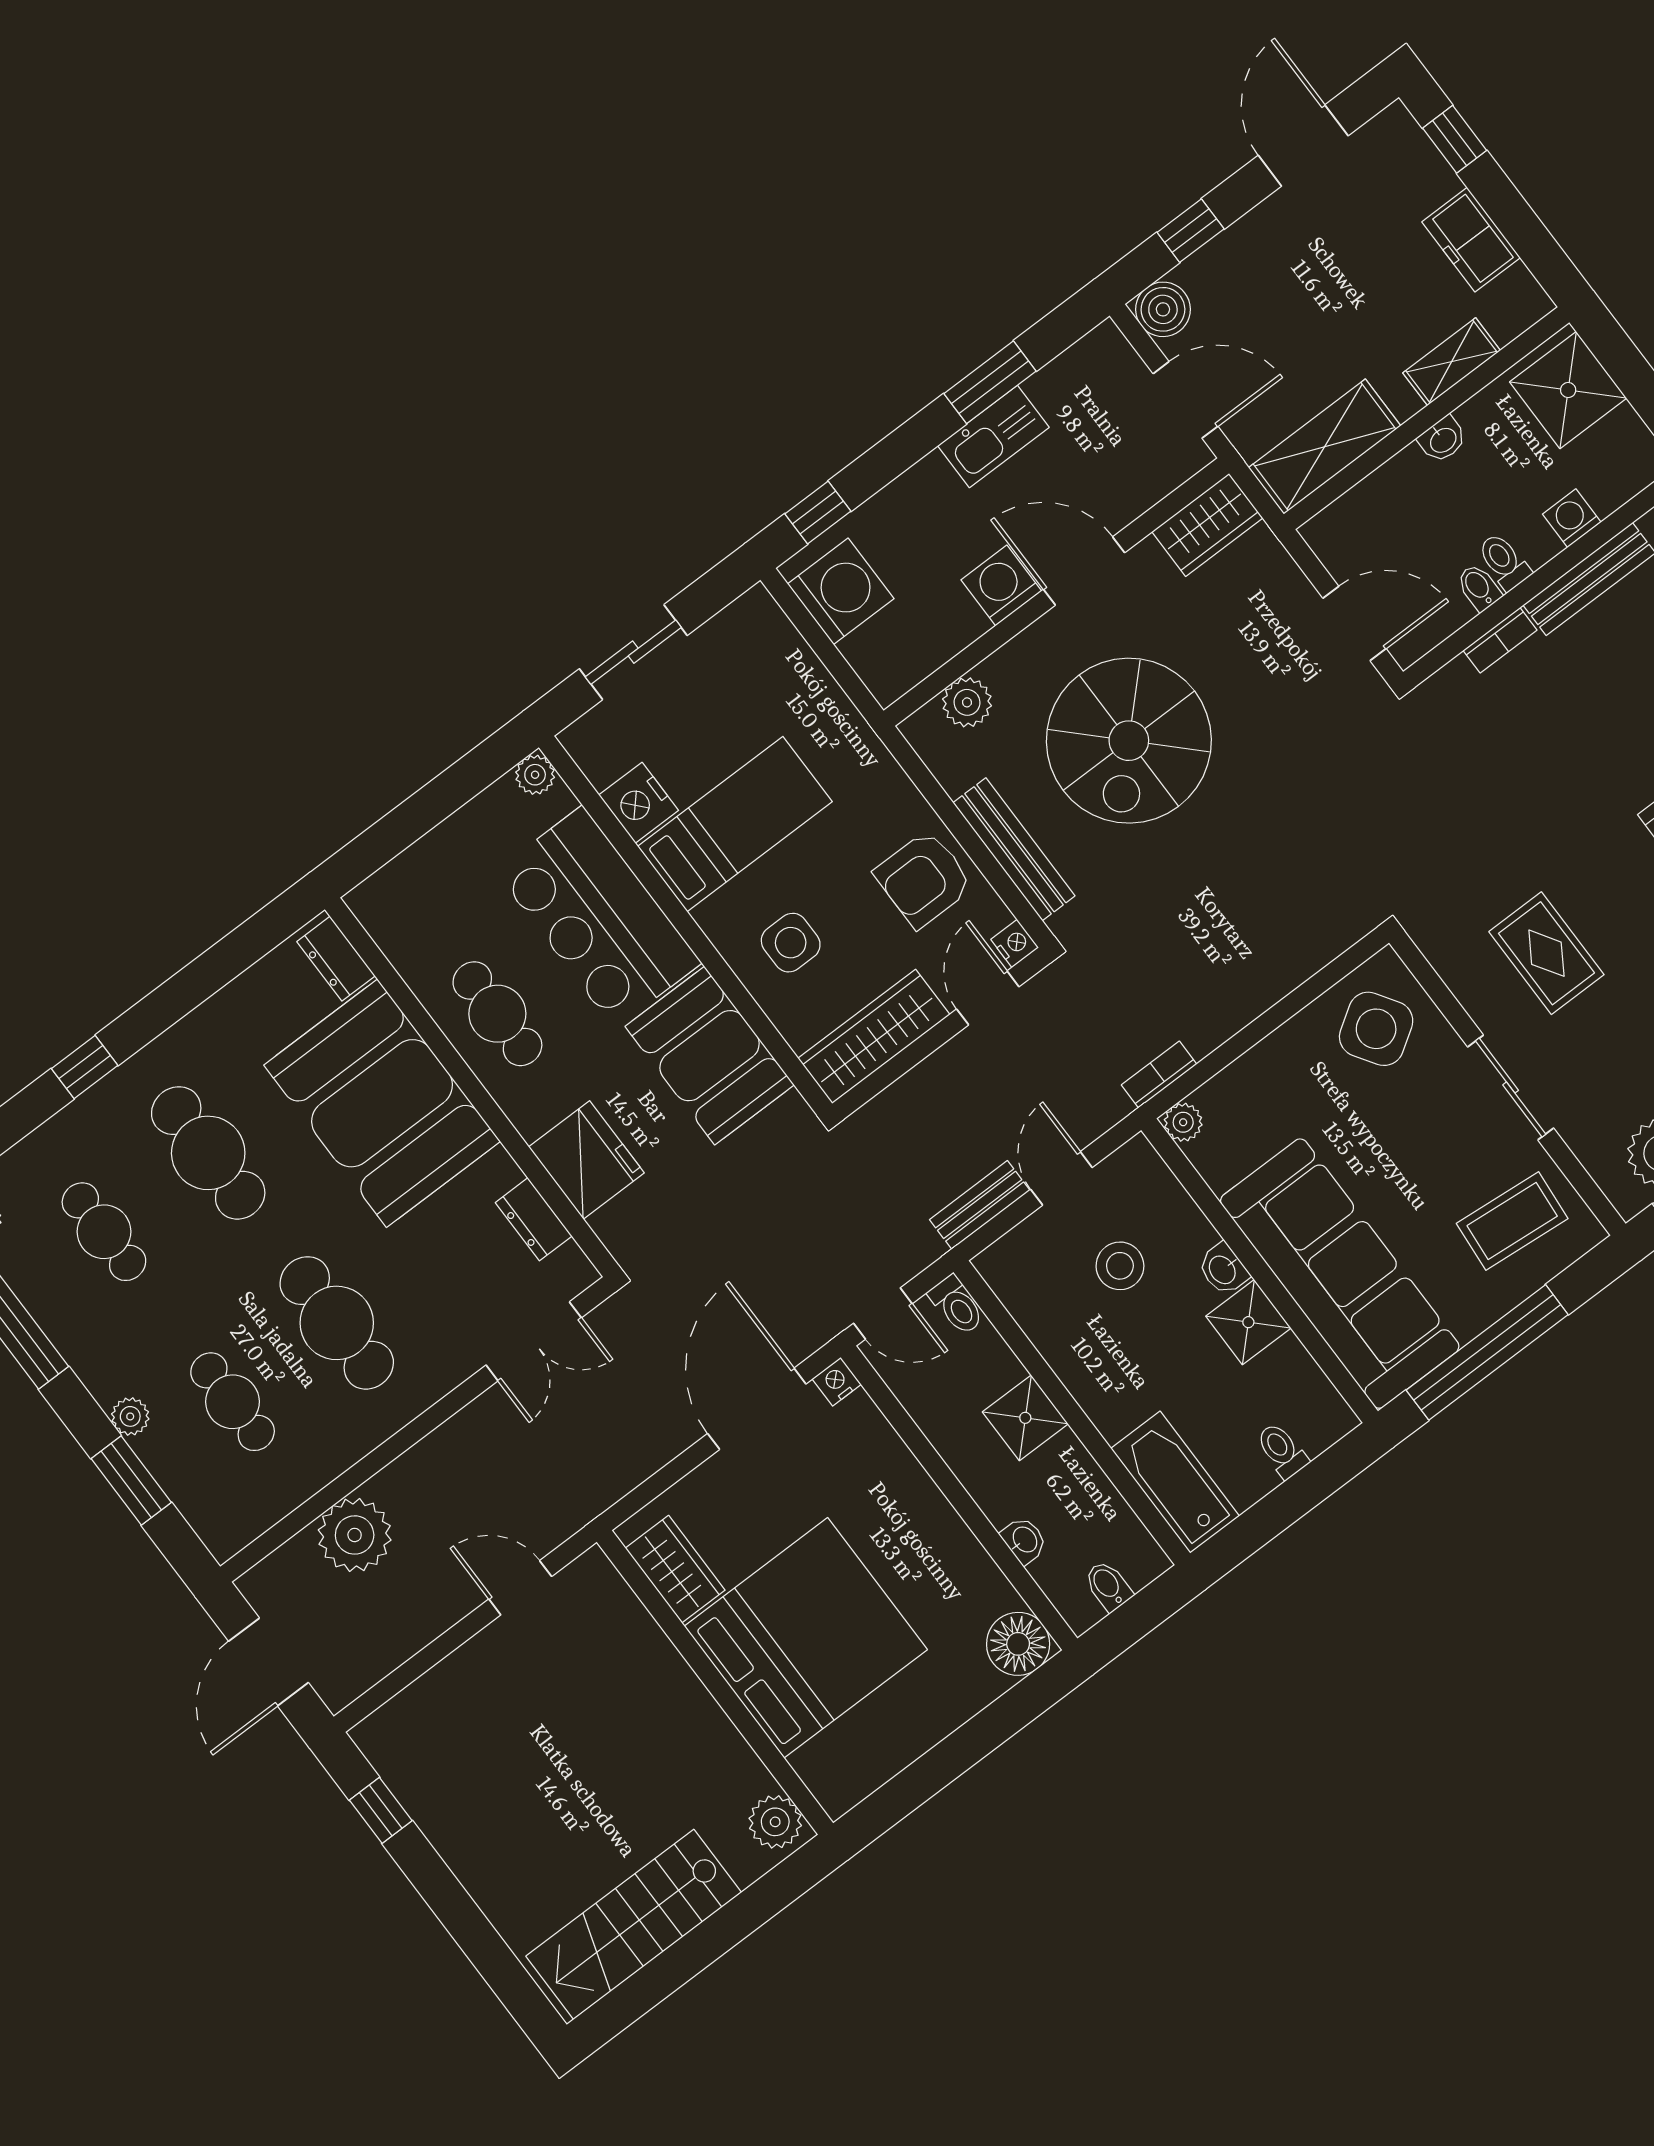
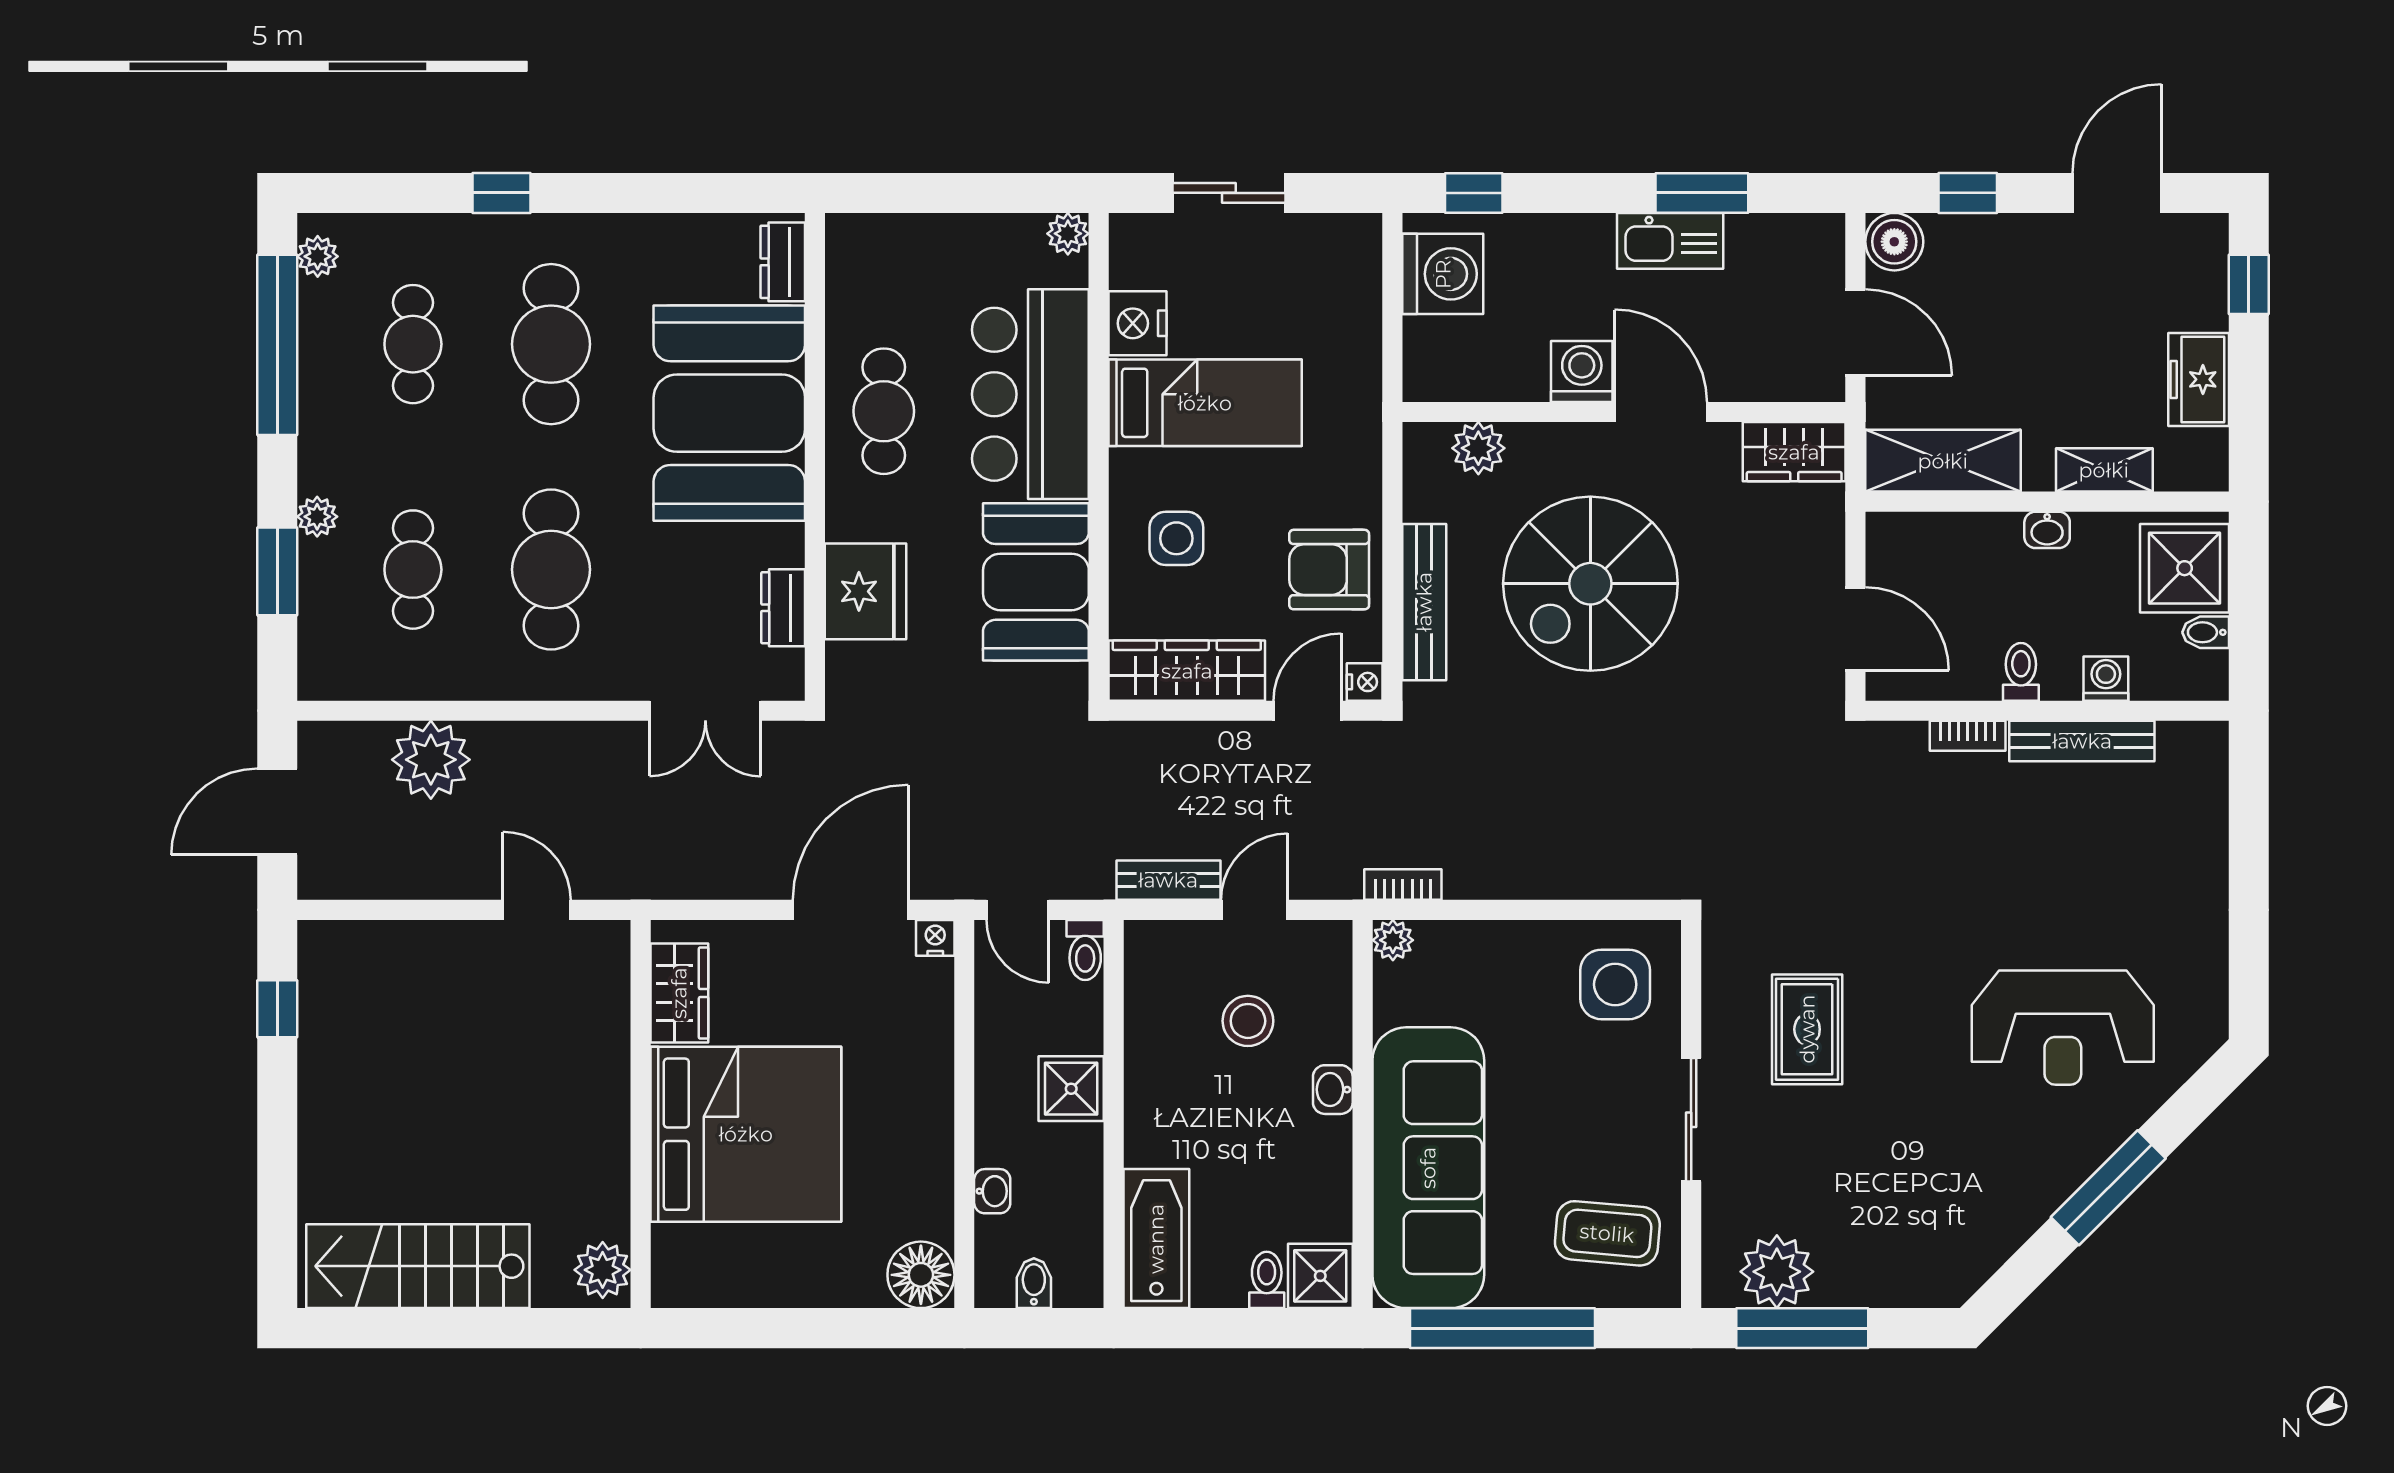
bidet: (1479, 587) -> (2206, 632), moved, turned -90
side table: (1376, 1029) -> (1615, 984), turned 33
shower: (1248, 1322) -> (1320, 1276), moved

